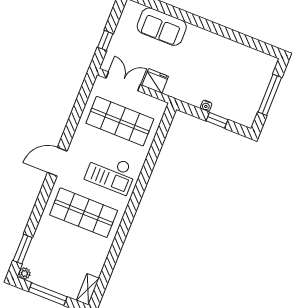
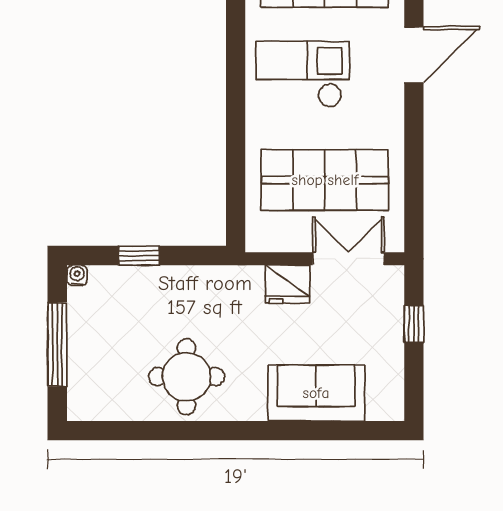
round table: (217, 57) -> (186, 377), added
double door: (123, 81) -> (348, 259), swing flipped
water cooler: (206, 106) -> (77, 275), moved

